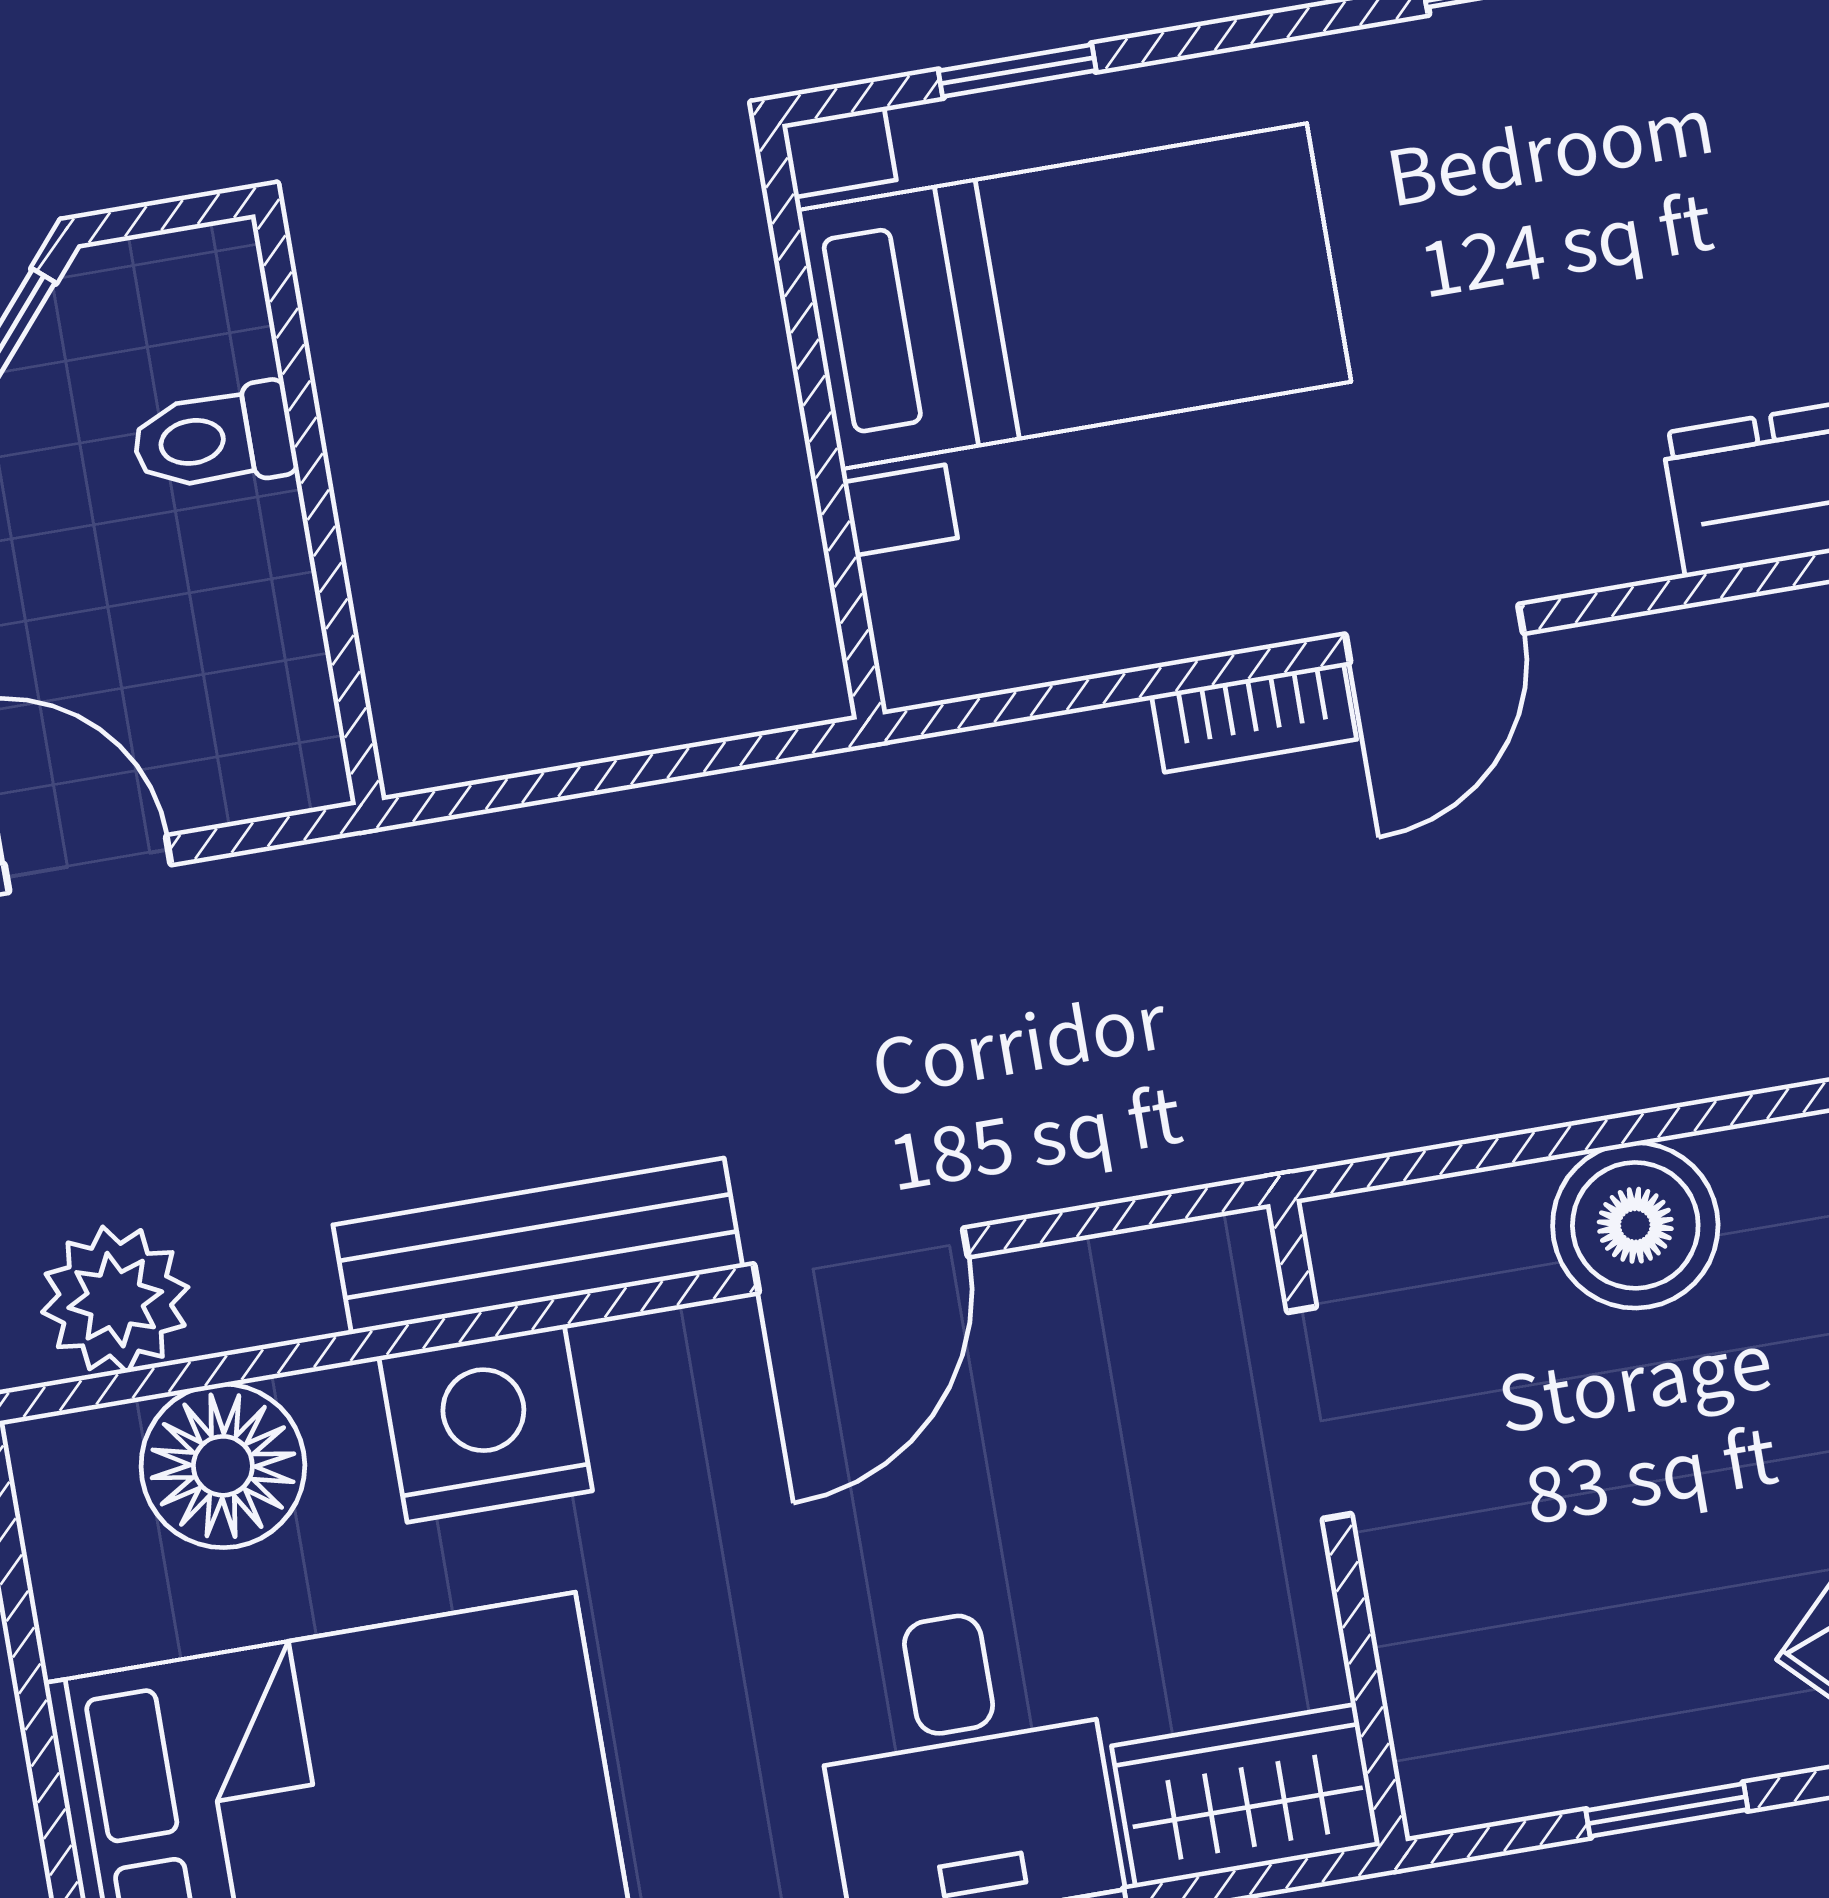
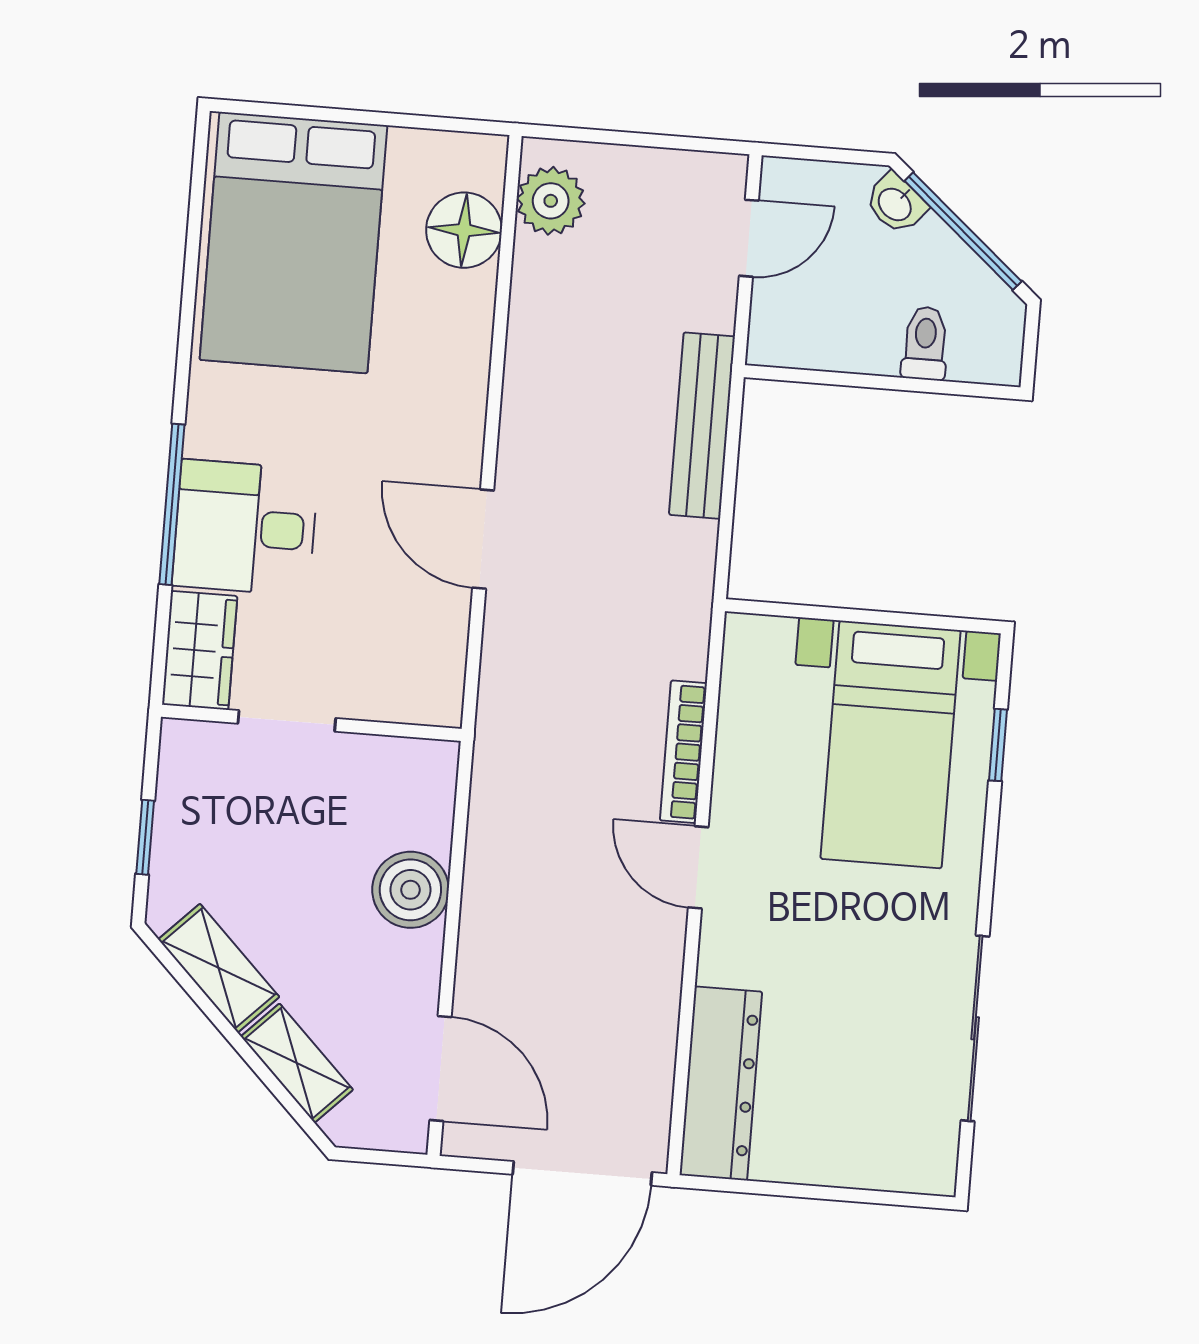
bookcase: (1254, 717) -> (683, 752), width x1.56
bench: (538, 1246) -> (702, 426), moved
doorway: (1319, 1413) -> (287, 721), moved
nightstand: (486, 1423) -> (453, 353), removed

